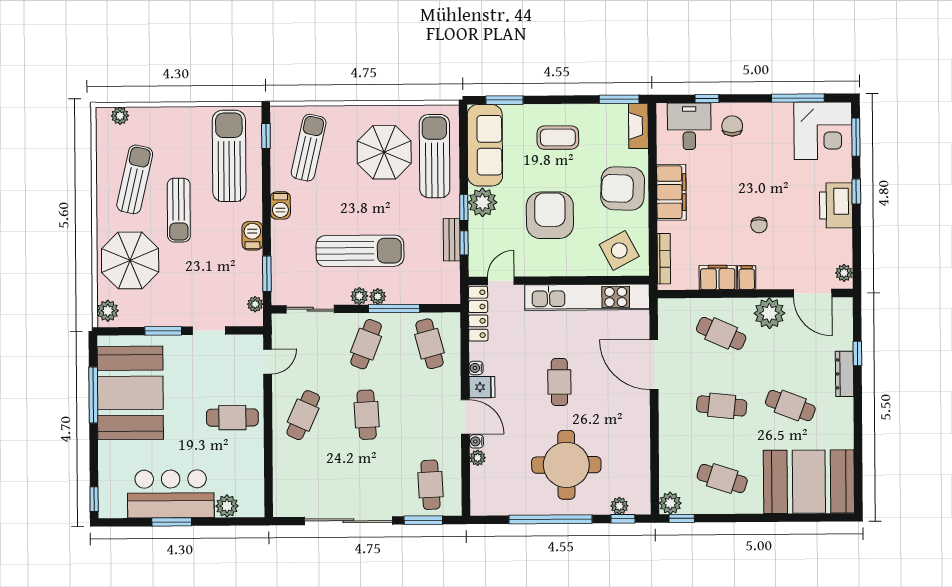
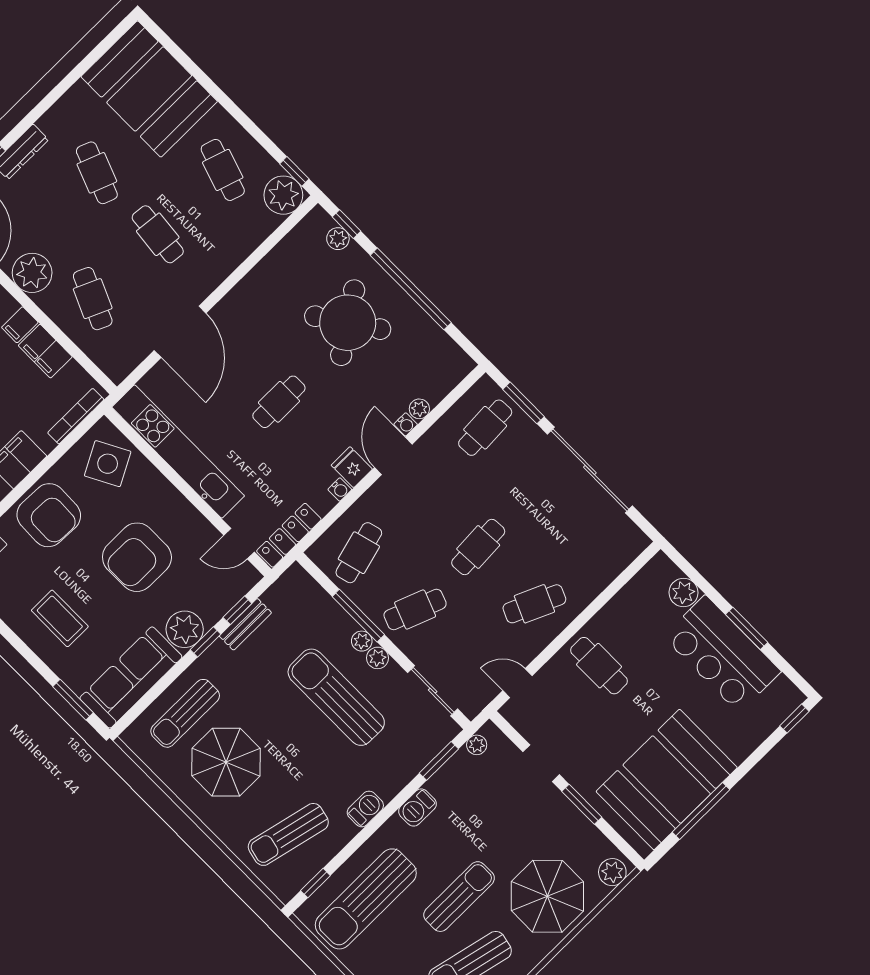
sun lounger: (435, 156) -> (185, 713), width x0.73, depth x0.75
round table: (566, 465) -> (348, 323), turned -34
plant: (670, 503) -> (283, 195), width x1.36, depth x1.36

